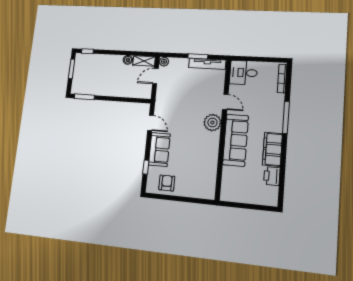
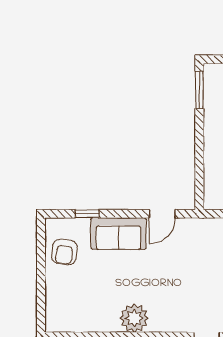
plant: (212, 122) -> (134, 318), moved
armchair: (167, 183) -> (64, 252), turned 97

